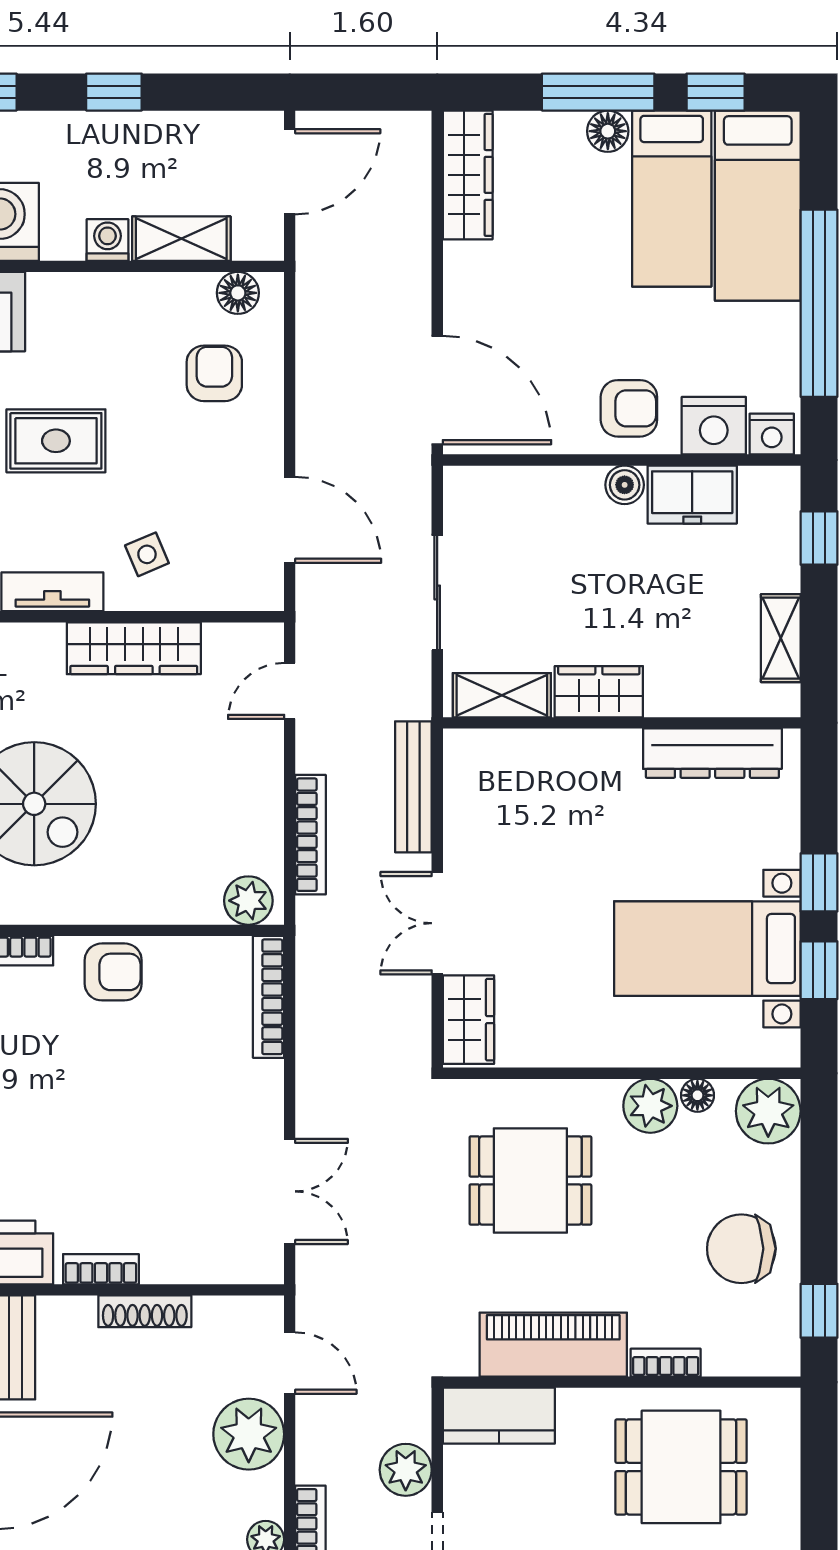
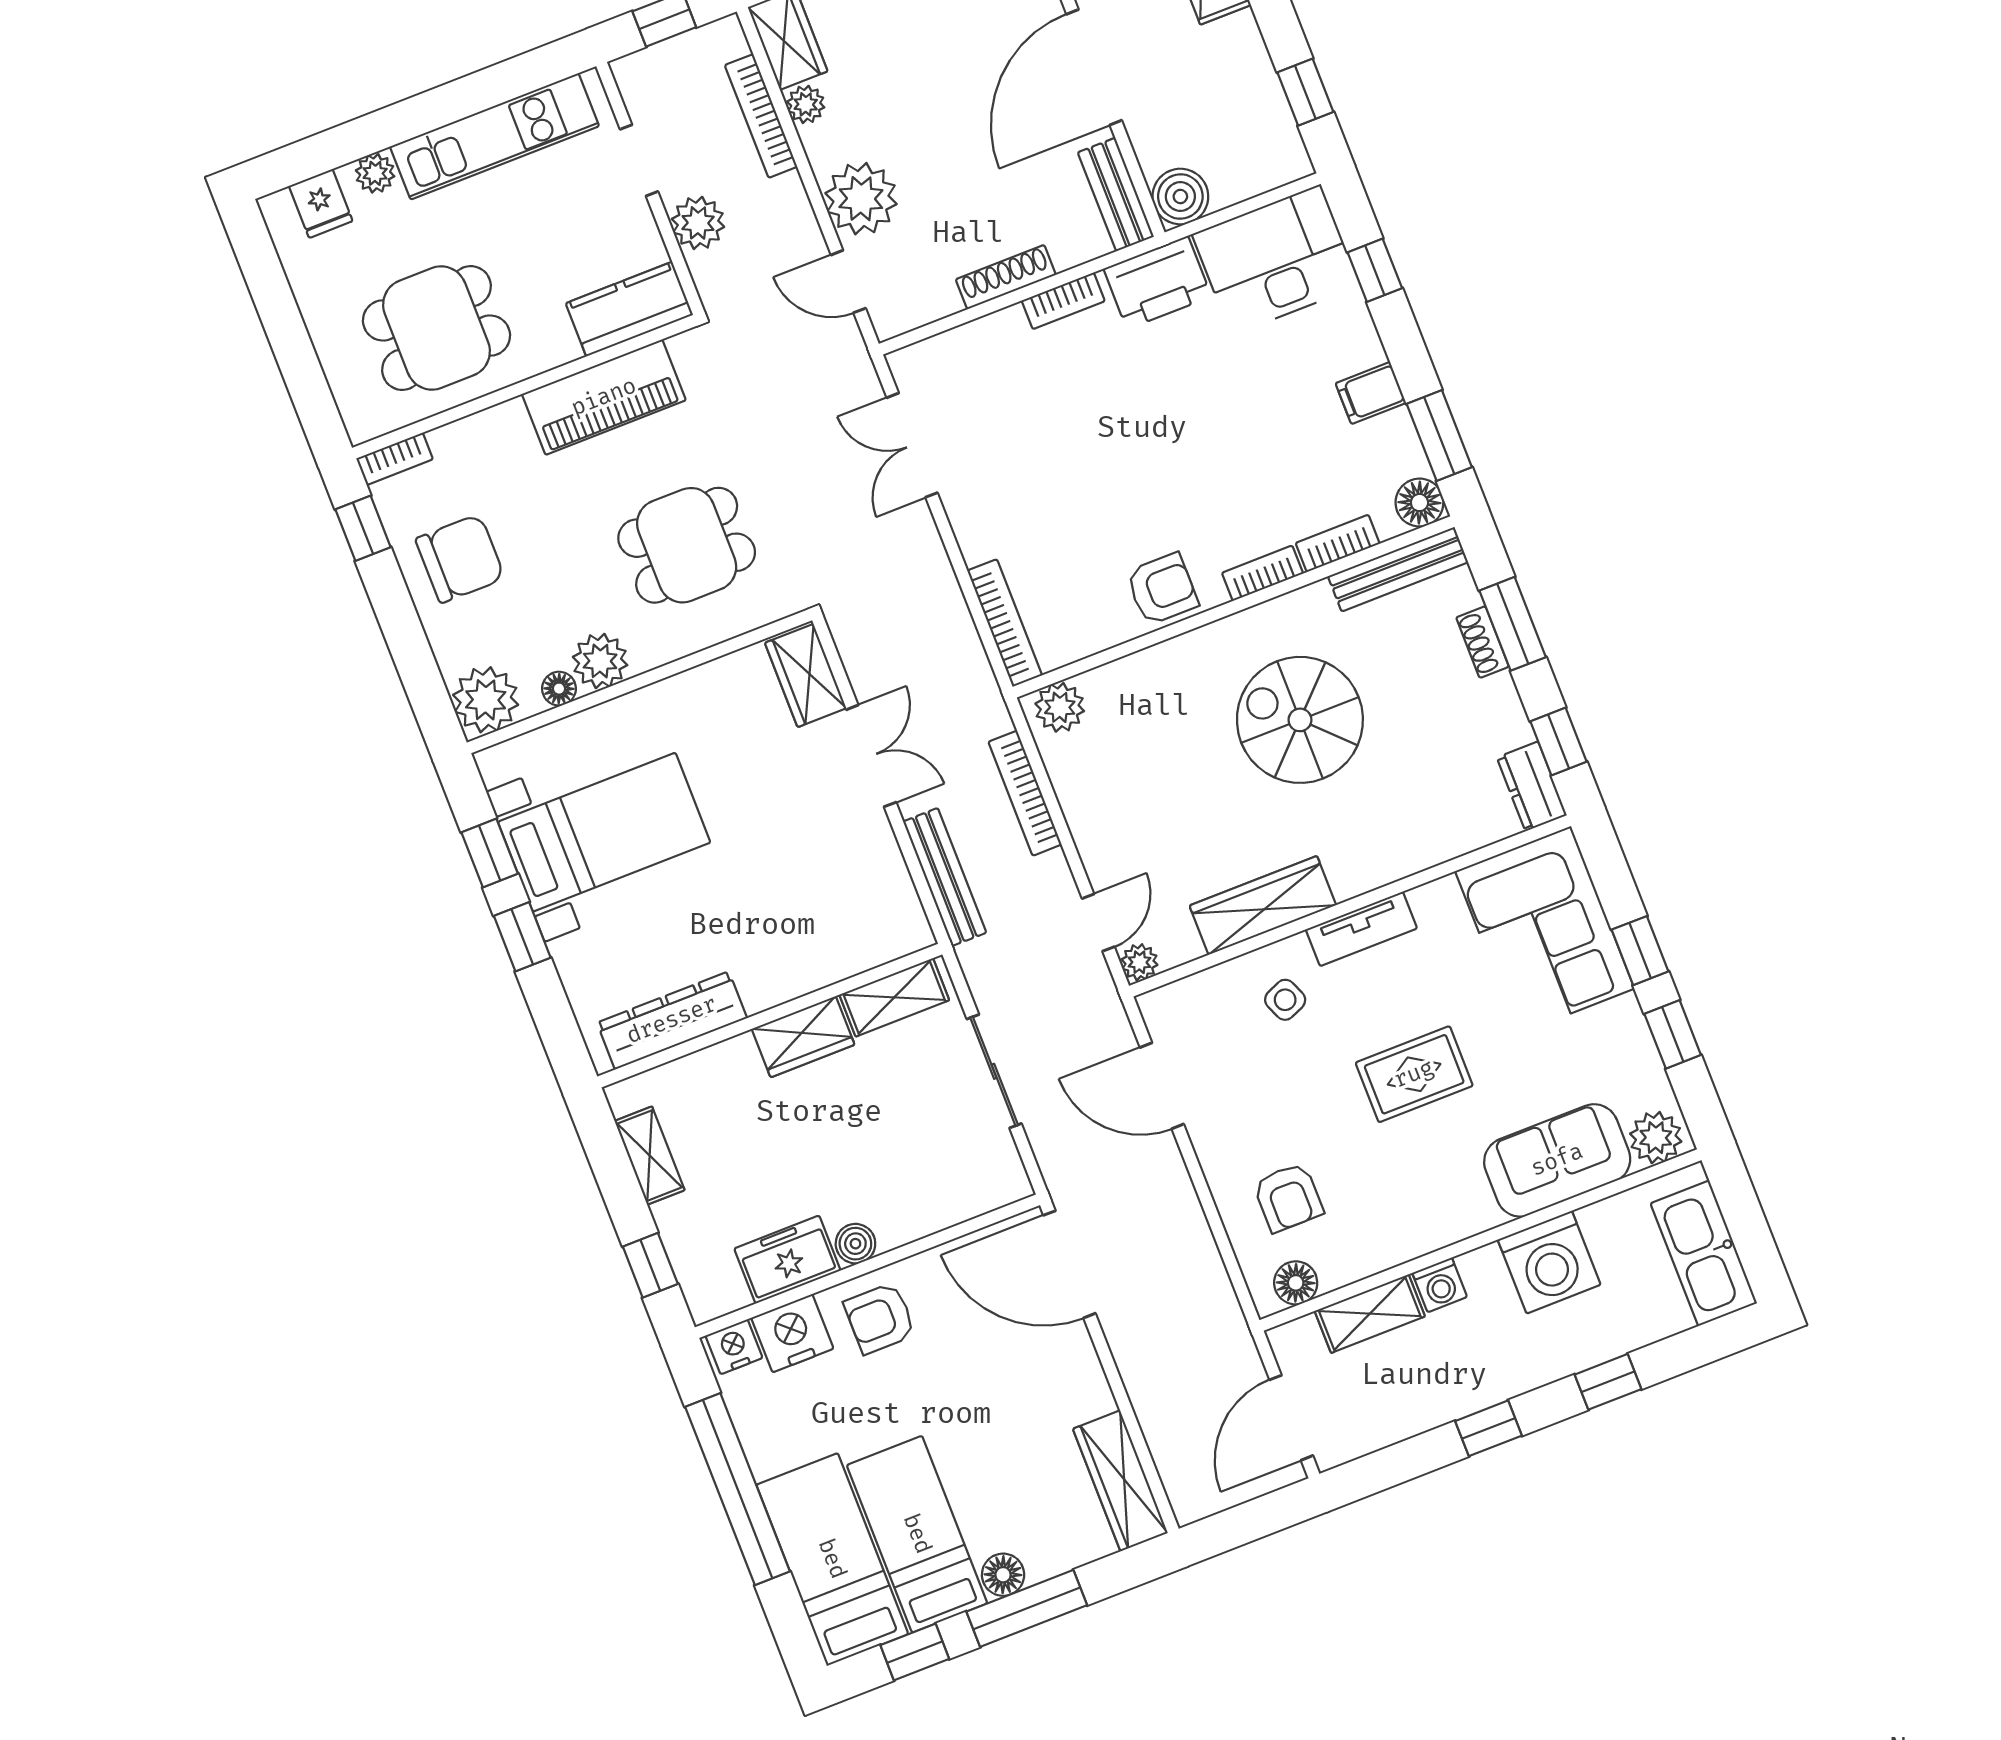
plant: (266, 640) -> (1139, 962), added
armchair: (113, 972) -> (1162, 589), turned 180
bookcase: (666, 1363) -> (395, 459), moved

